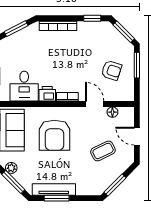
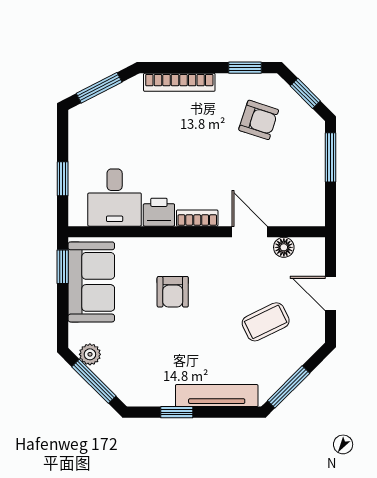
window: (124, 32) -> (305, 93), width x0.67
armchair: (111, 70) -> (259, 120), moved
armchair: (54, 135) -> (173, 292), width x0.53, depth x0.53
tv unit: (54, 189) -> (217, 396), moved
window: (57, 198) -> (177, 412), width x0.67

